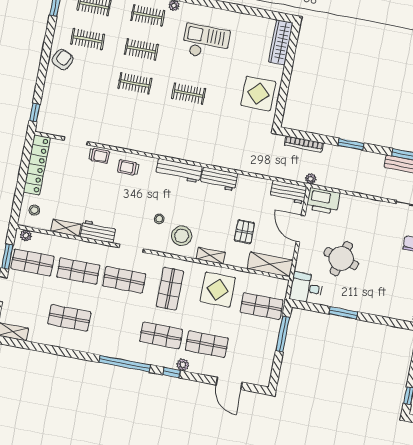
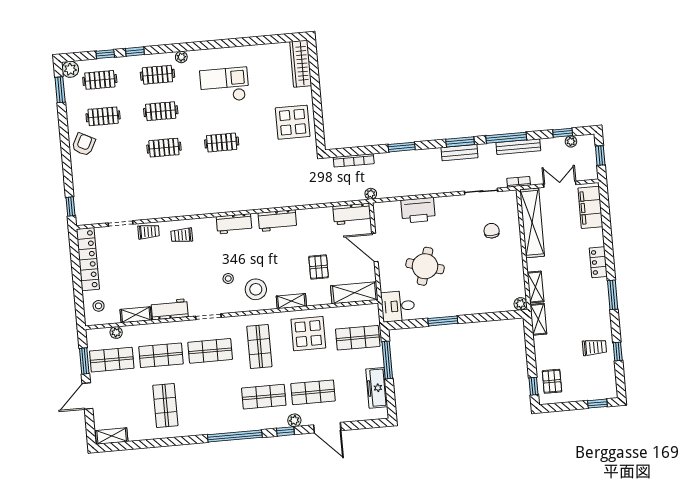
workbench: (179, 171) -> (234, 224), width x0.73
printer: (323, 201) -> (418, 210), moved
plant: (26, 235) -> (116, 332), moved
shop shelf: (69, 318) -> (165, 405), turned 90
freezer: (266, 357) -> (377, 388), added
door: (229, 383) -> (327, 428), moved

